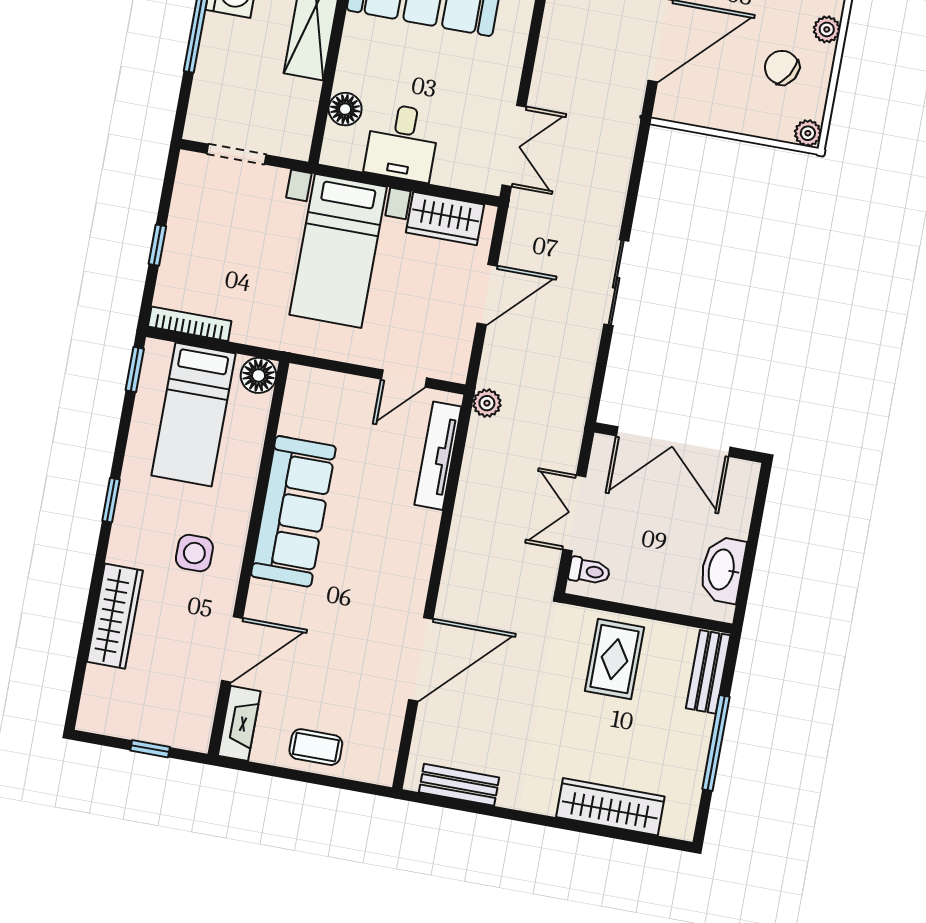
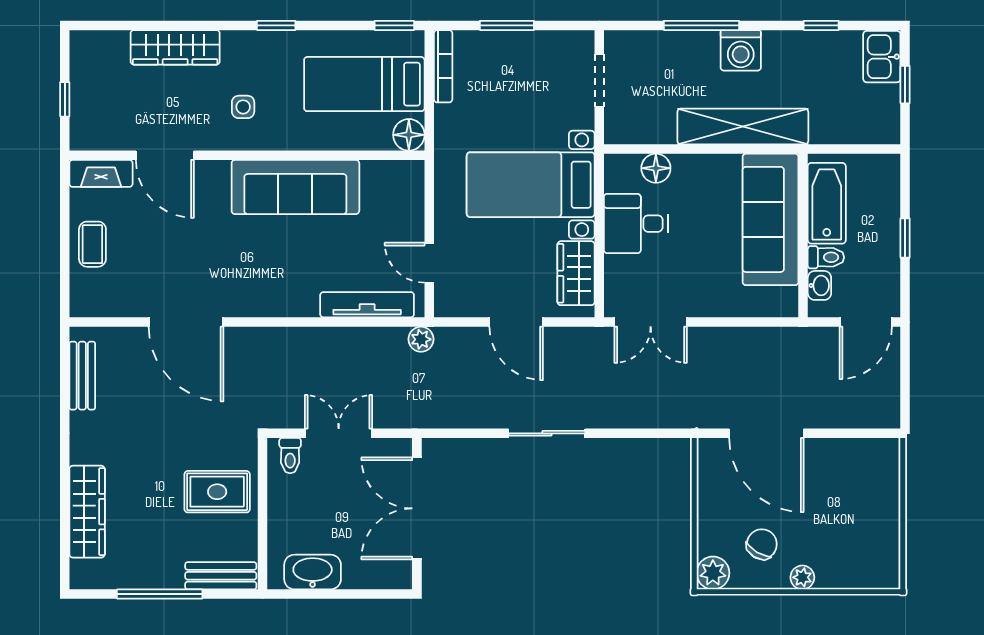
plant: (808, 133) -> (713, 573), width x1.38, depth x1.38
window: (157, 245) -> (507, 25), width x1.50
side table: (194, 553) -> (243, 107), width x0.73, depth x0.73

